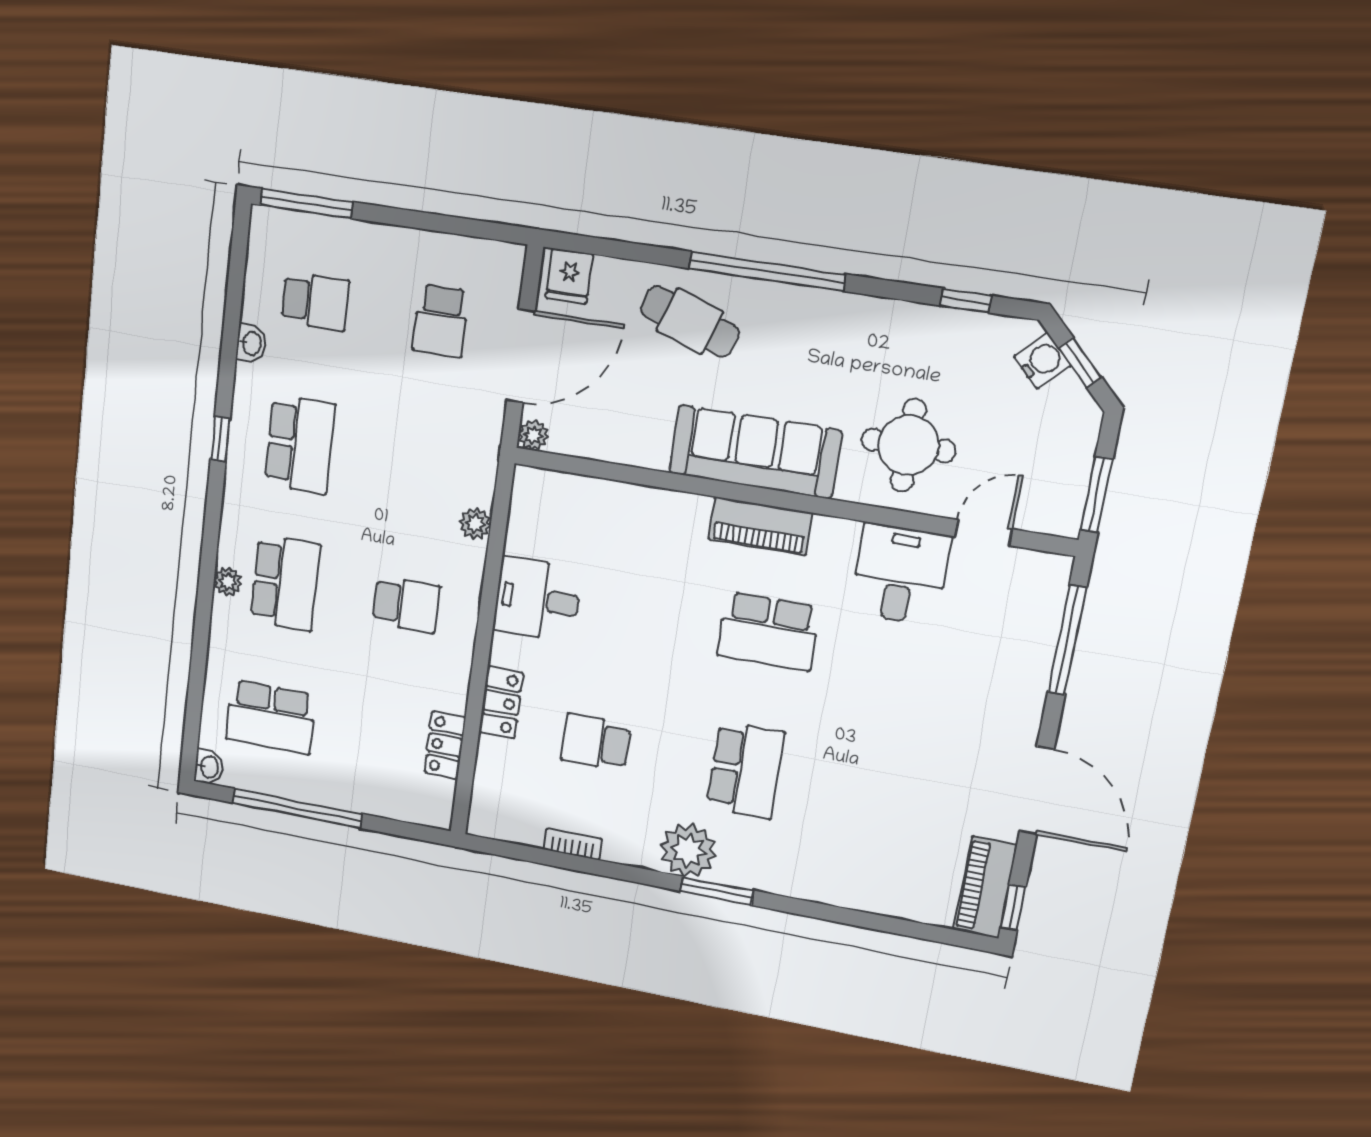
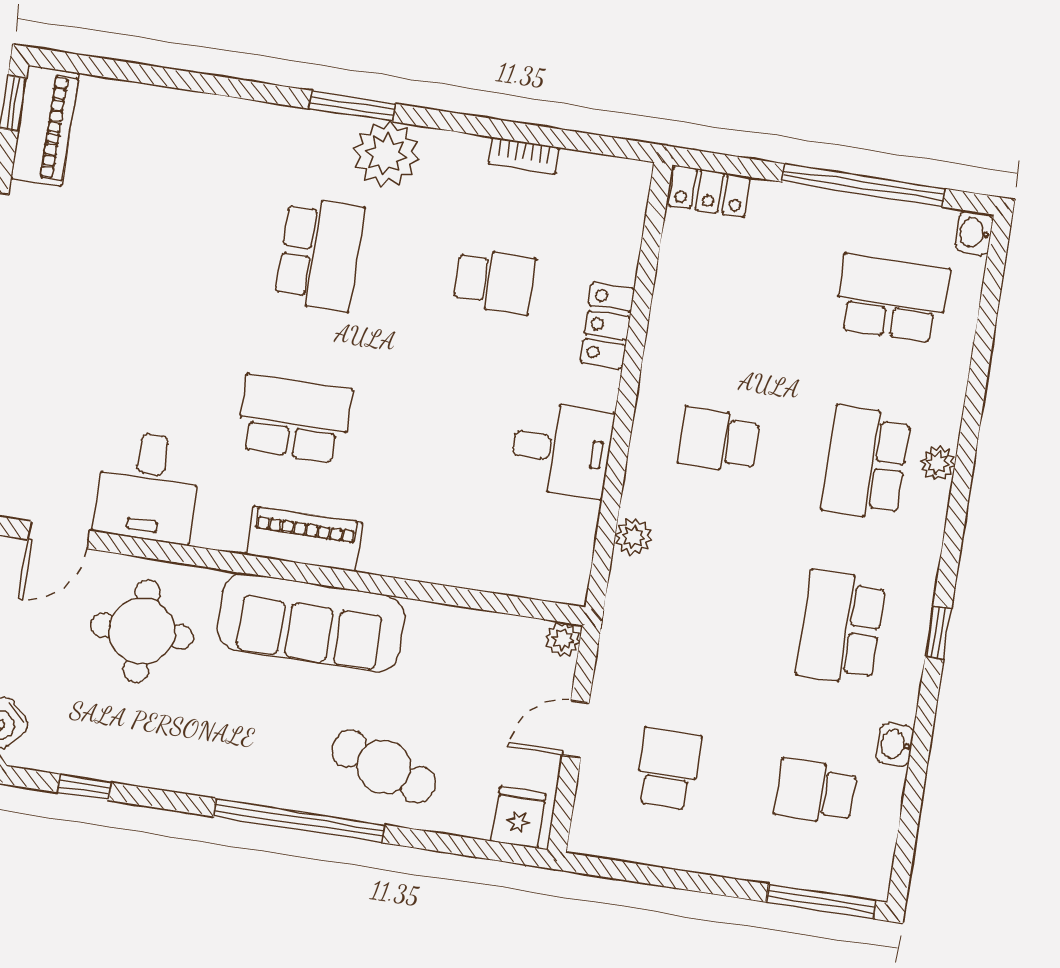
door: (521, 356) -> (576, 729), width x0.53
locker: (445, 745) -> (709, 191), moved, turned 90
school desk: (745, 770) -> (320, 254), turned 180

